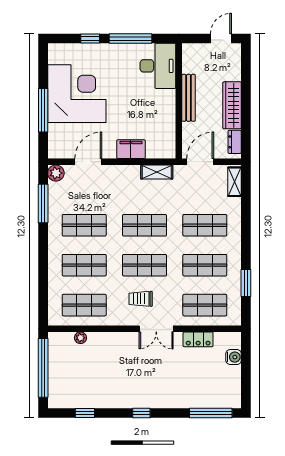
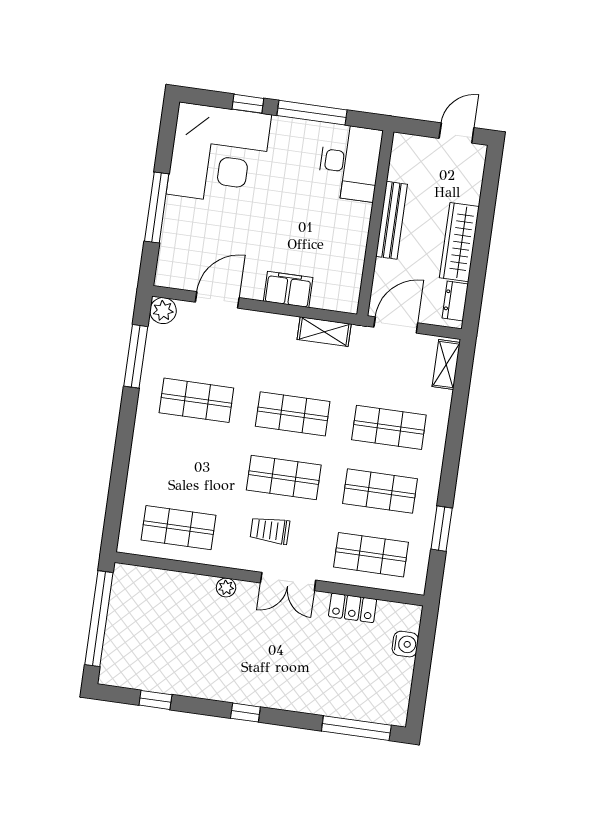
corner desk: (77, 94) -> (219, 154), moved, turned 90
shop shelf: (84, 265) -> (187, 464), removed
plant: (80, 338) -> (226, 587), moved

